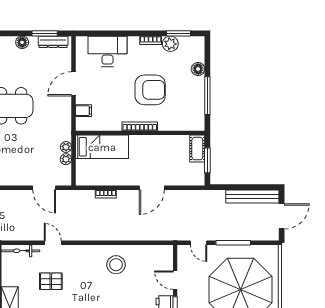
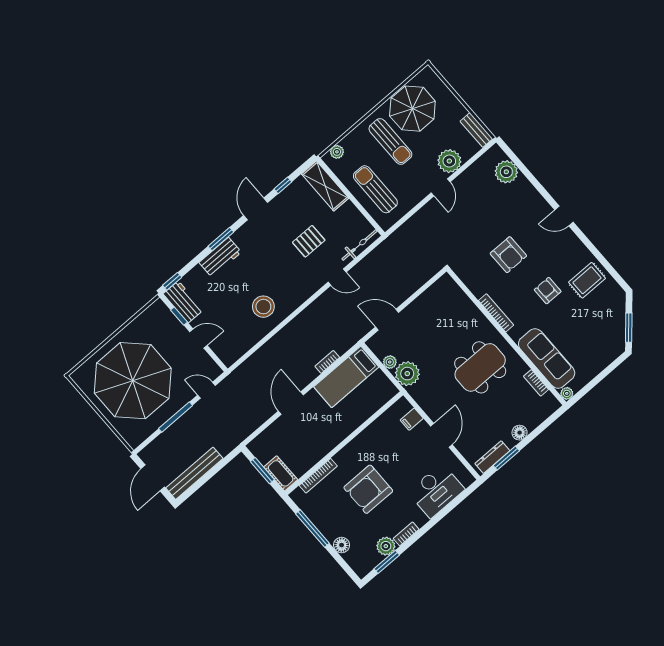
bookcase: (140, 126) -> (318, 476), moved
plant: (66, 147) -> (407, 374), width x1.87, depth x1.87
bed: (102, 147) -> (346, 377), moved

